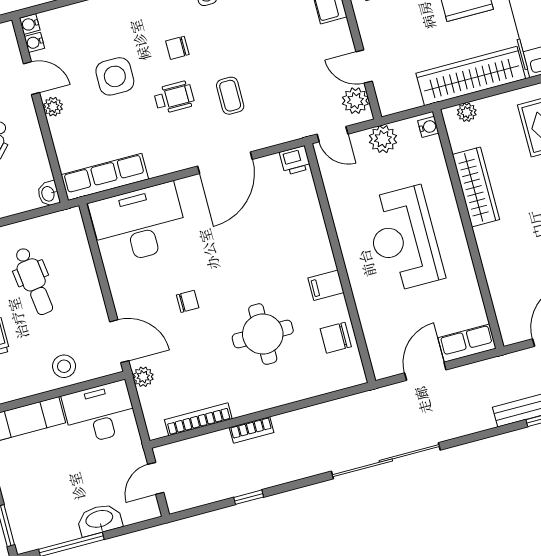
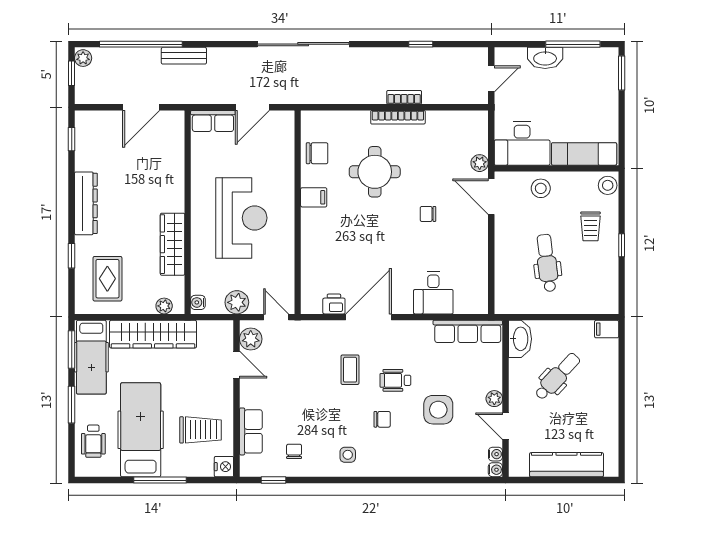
printer: (295, 160) -> (334, 304), moved
washbasin: (49, 194) -> (520, 339), width x1.91, depth x1.45
desk: (139, 224) -> (433, 293), width x0.53, depth x0.77
bookcase: (198, 419) -> (398, 117), moved

